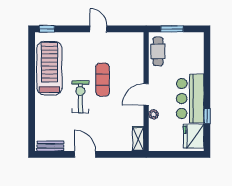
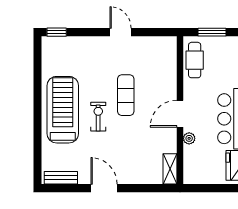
treadmill: (49, 68) -> (63, 110), moved
exercise bike: (80, 97) -> (98, 117), width x0.73, depth x0.72

